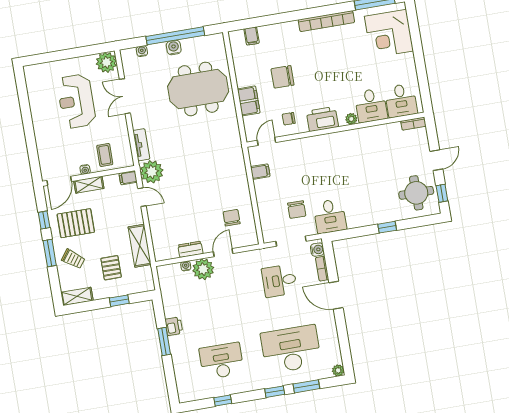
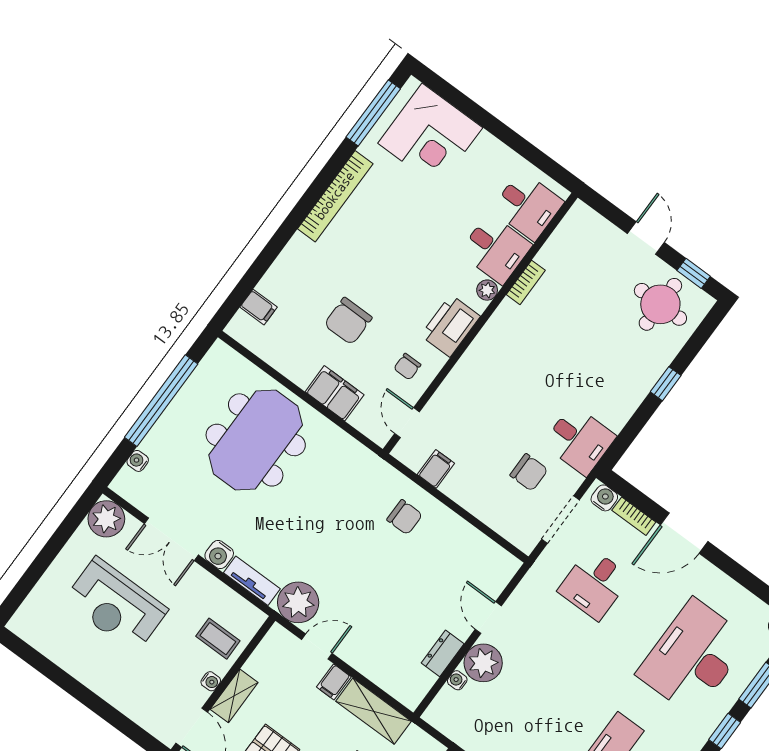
water cooler: (174, 48) -> (219, 555), moved, turned -90
bookcase: (413, 124) -> (526, 282), moved
filing cabinet: (128, 178) -> (334, 682), moved
chair: (232, 218) -> (405, 517), moved, turned 180

